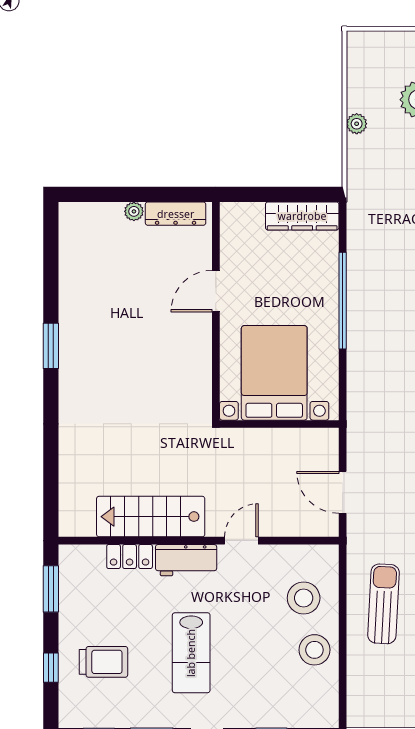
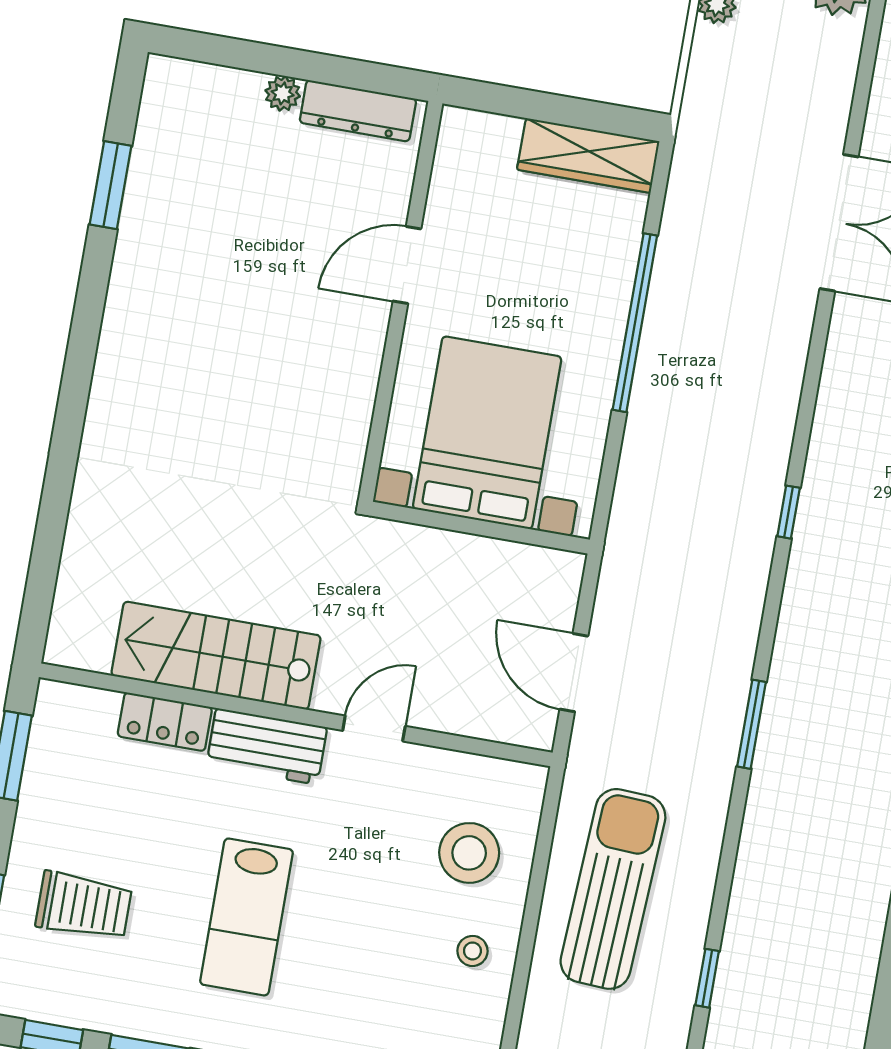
window: (51, 346) -> (111, 185), moved
sun lounger: (383, 604) -> (613, 889), width x1.36, depth x1.34
stool: (314, 650) -> (472, 951), width x0.53, depth x0.53

